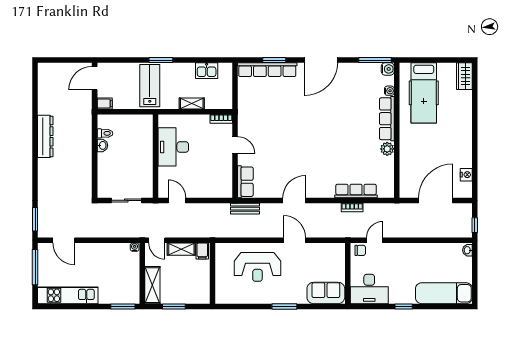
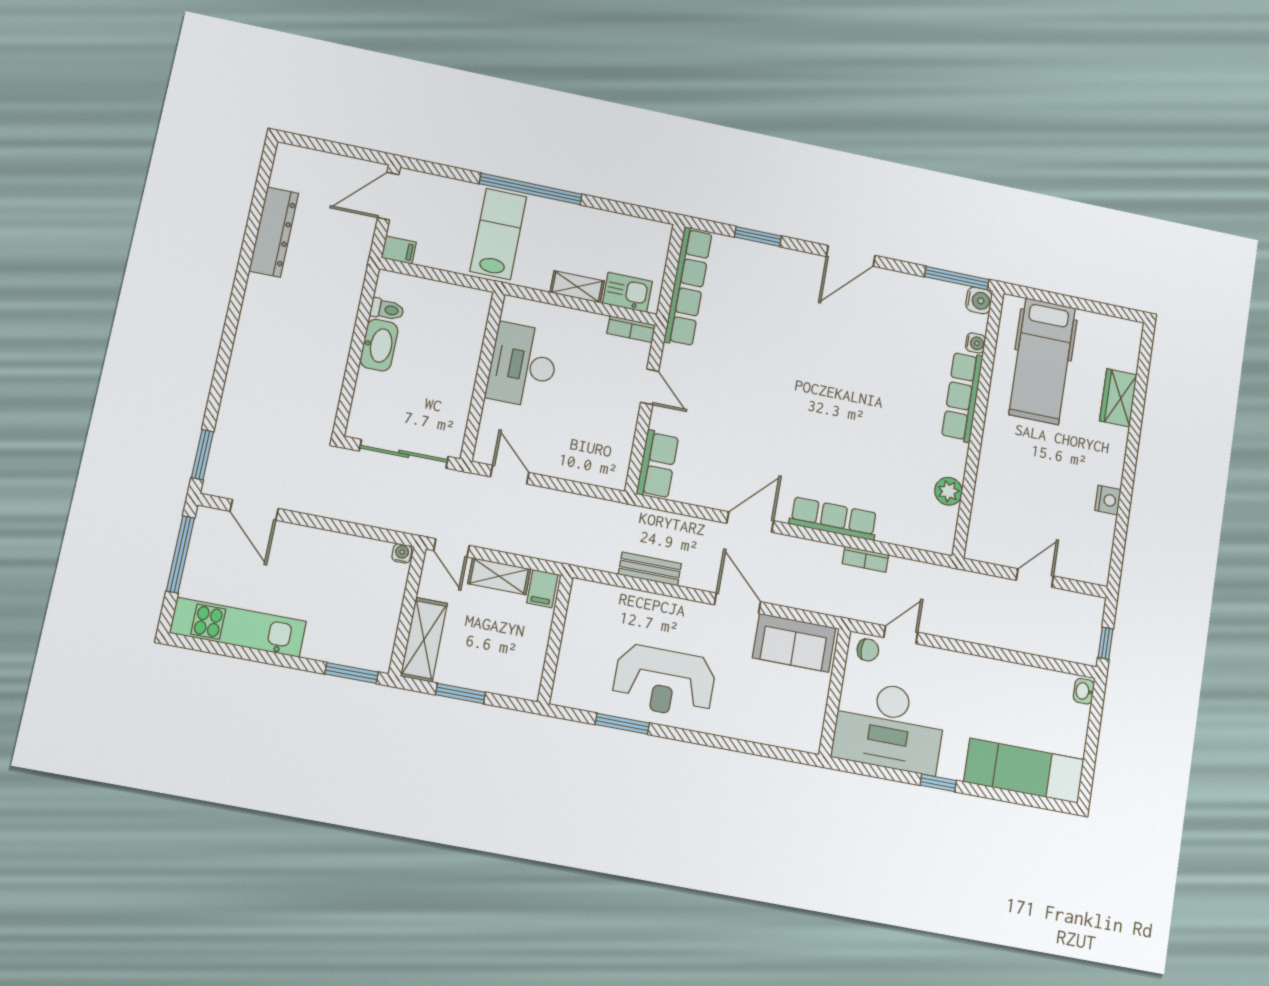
window: (161, 60) -> (531, 189), width x2.11
door: (321, 60) -> (851, 256), width x0.73
row of seats: (267, 70) -> (688, 287), moved, turned -90
kitchen sink: (207, 71) -> (627, 292), moved, turned 180
wardrobe: (464, 76) -> (1118, 398), moved
dresser: (45, 136) -> (274, 232), moved
washbasin: (102, 145) -> (379, 345), width x1.91, depth x1.45
plant: (387, 149) -> (949, 491), moved
nightstand: (466, 175) -> (1108, 500), moved
row of seats: (356, 191) -> (833, 519), moved
sliding door: (126, 200) -> (404, 454), width x1.37
door: (436, 200) -> (1035, 578), width x0.53
bench: (245, 209) -> (650, 569), moved
reception desk: (257, 267) -> (664, 681), moved
desk: (369, 289) -> (889, 727), width x1.36, depth x1.30
sofa: (326, 293) -> (794, 643), moved, turned 180
window: (284, 306) -> (622, 724), moved

